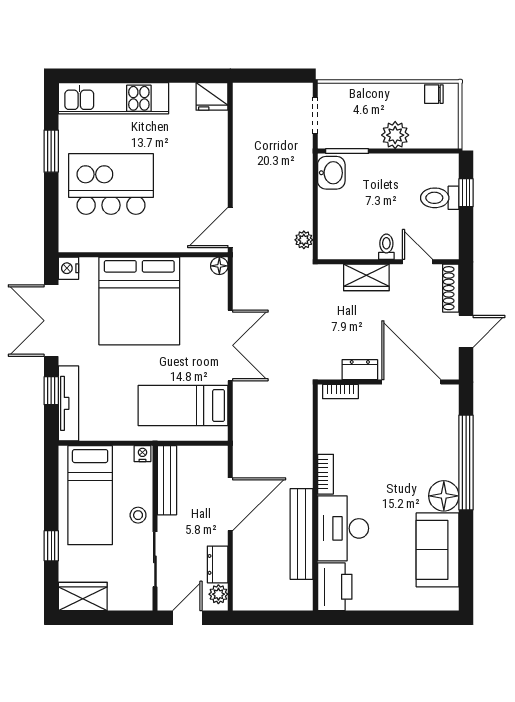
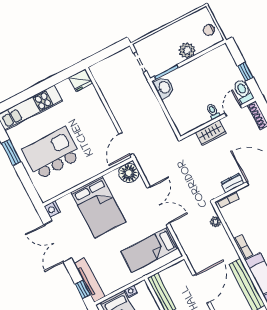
chair: (434, 94) -> (209, 30), moved
window: (466, 193) -> (245, 72), moved
toilet: (440, 198) -> (243, 91), moved, turned 90
plant: (304, 240) -> (216, 222), moved
door: (418, 262) -> (233, 111), hinge flipped
floor lamp: (219, 266) -> (129, 173), width x1.89, depth x1.89
bed: (139, 301) -> (98, 207), width x0.73
window: (51, 391) -> (83, 289), moved
nightstand: (142, 454) -> (131, 292), moved

